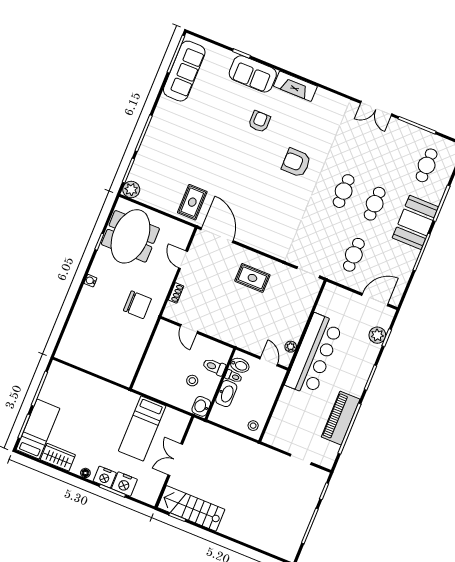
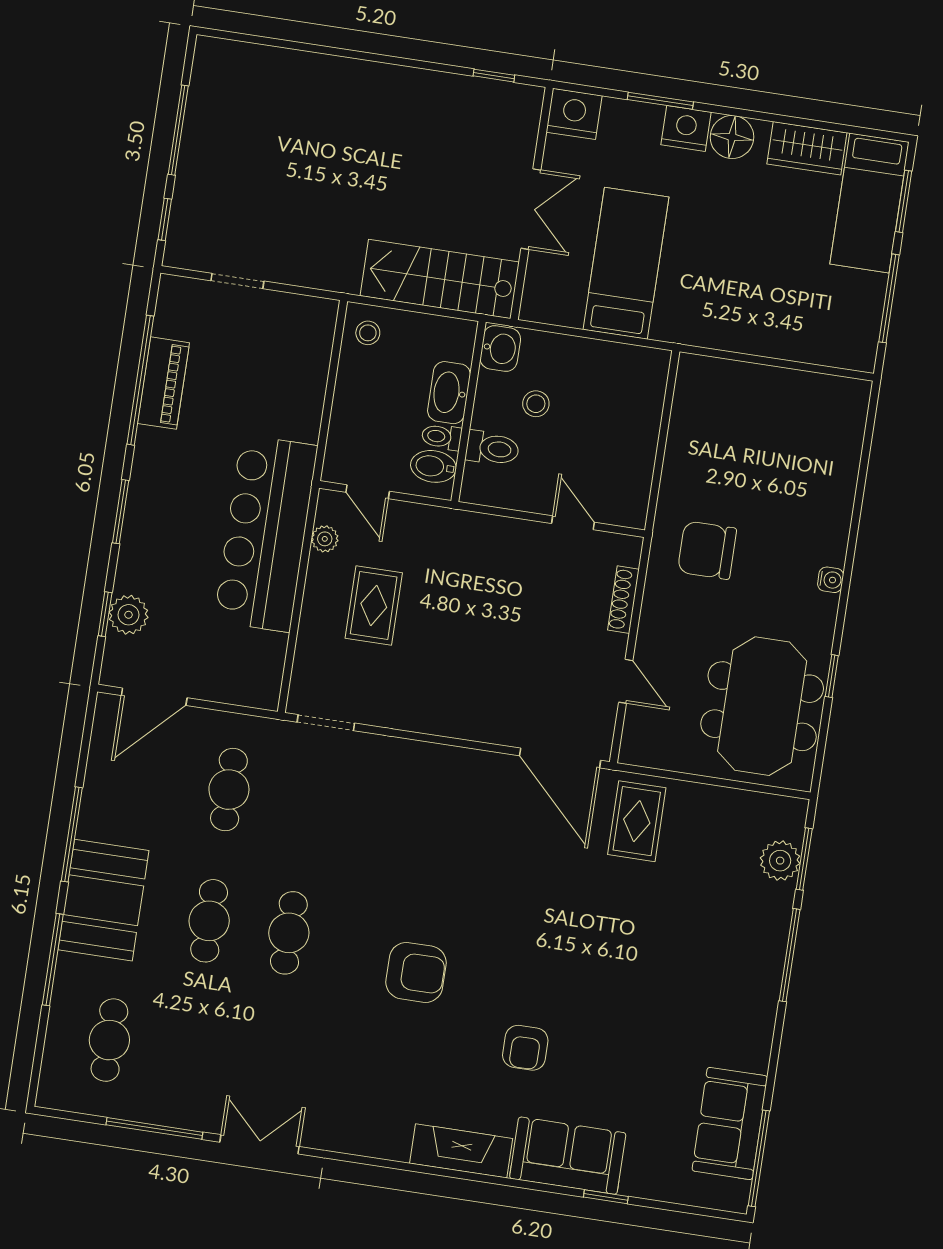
sofa: (184, 71) -> (730, 1123), width x0.73
plant: (131, 190) -> (780, 861), moved
rug: (252, 278) -> (374, 605), moved, turned 90
shoe rack: (176, 293) -> (623, 600), width x1.43
piano: (341, 418) -> (163, 383), width x0.73, depth x0.75
floor lamp: (85, 473) -> (732, 137), width x1.89, depth x1.89
nightstand: (124, 484) -> (574, 114), moved
stairs: (191, 508) -> (440, 279), moved, turned 180

